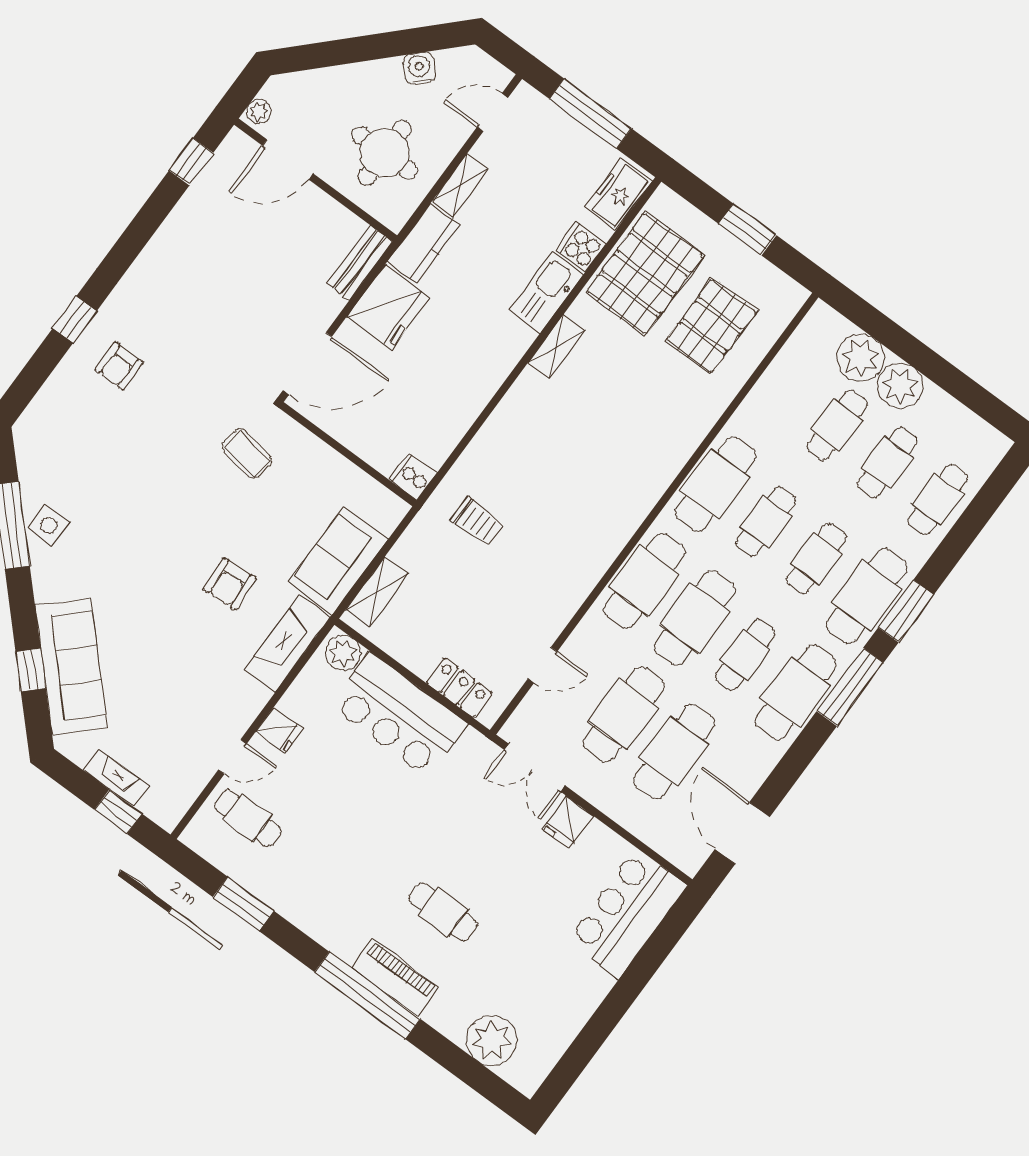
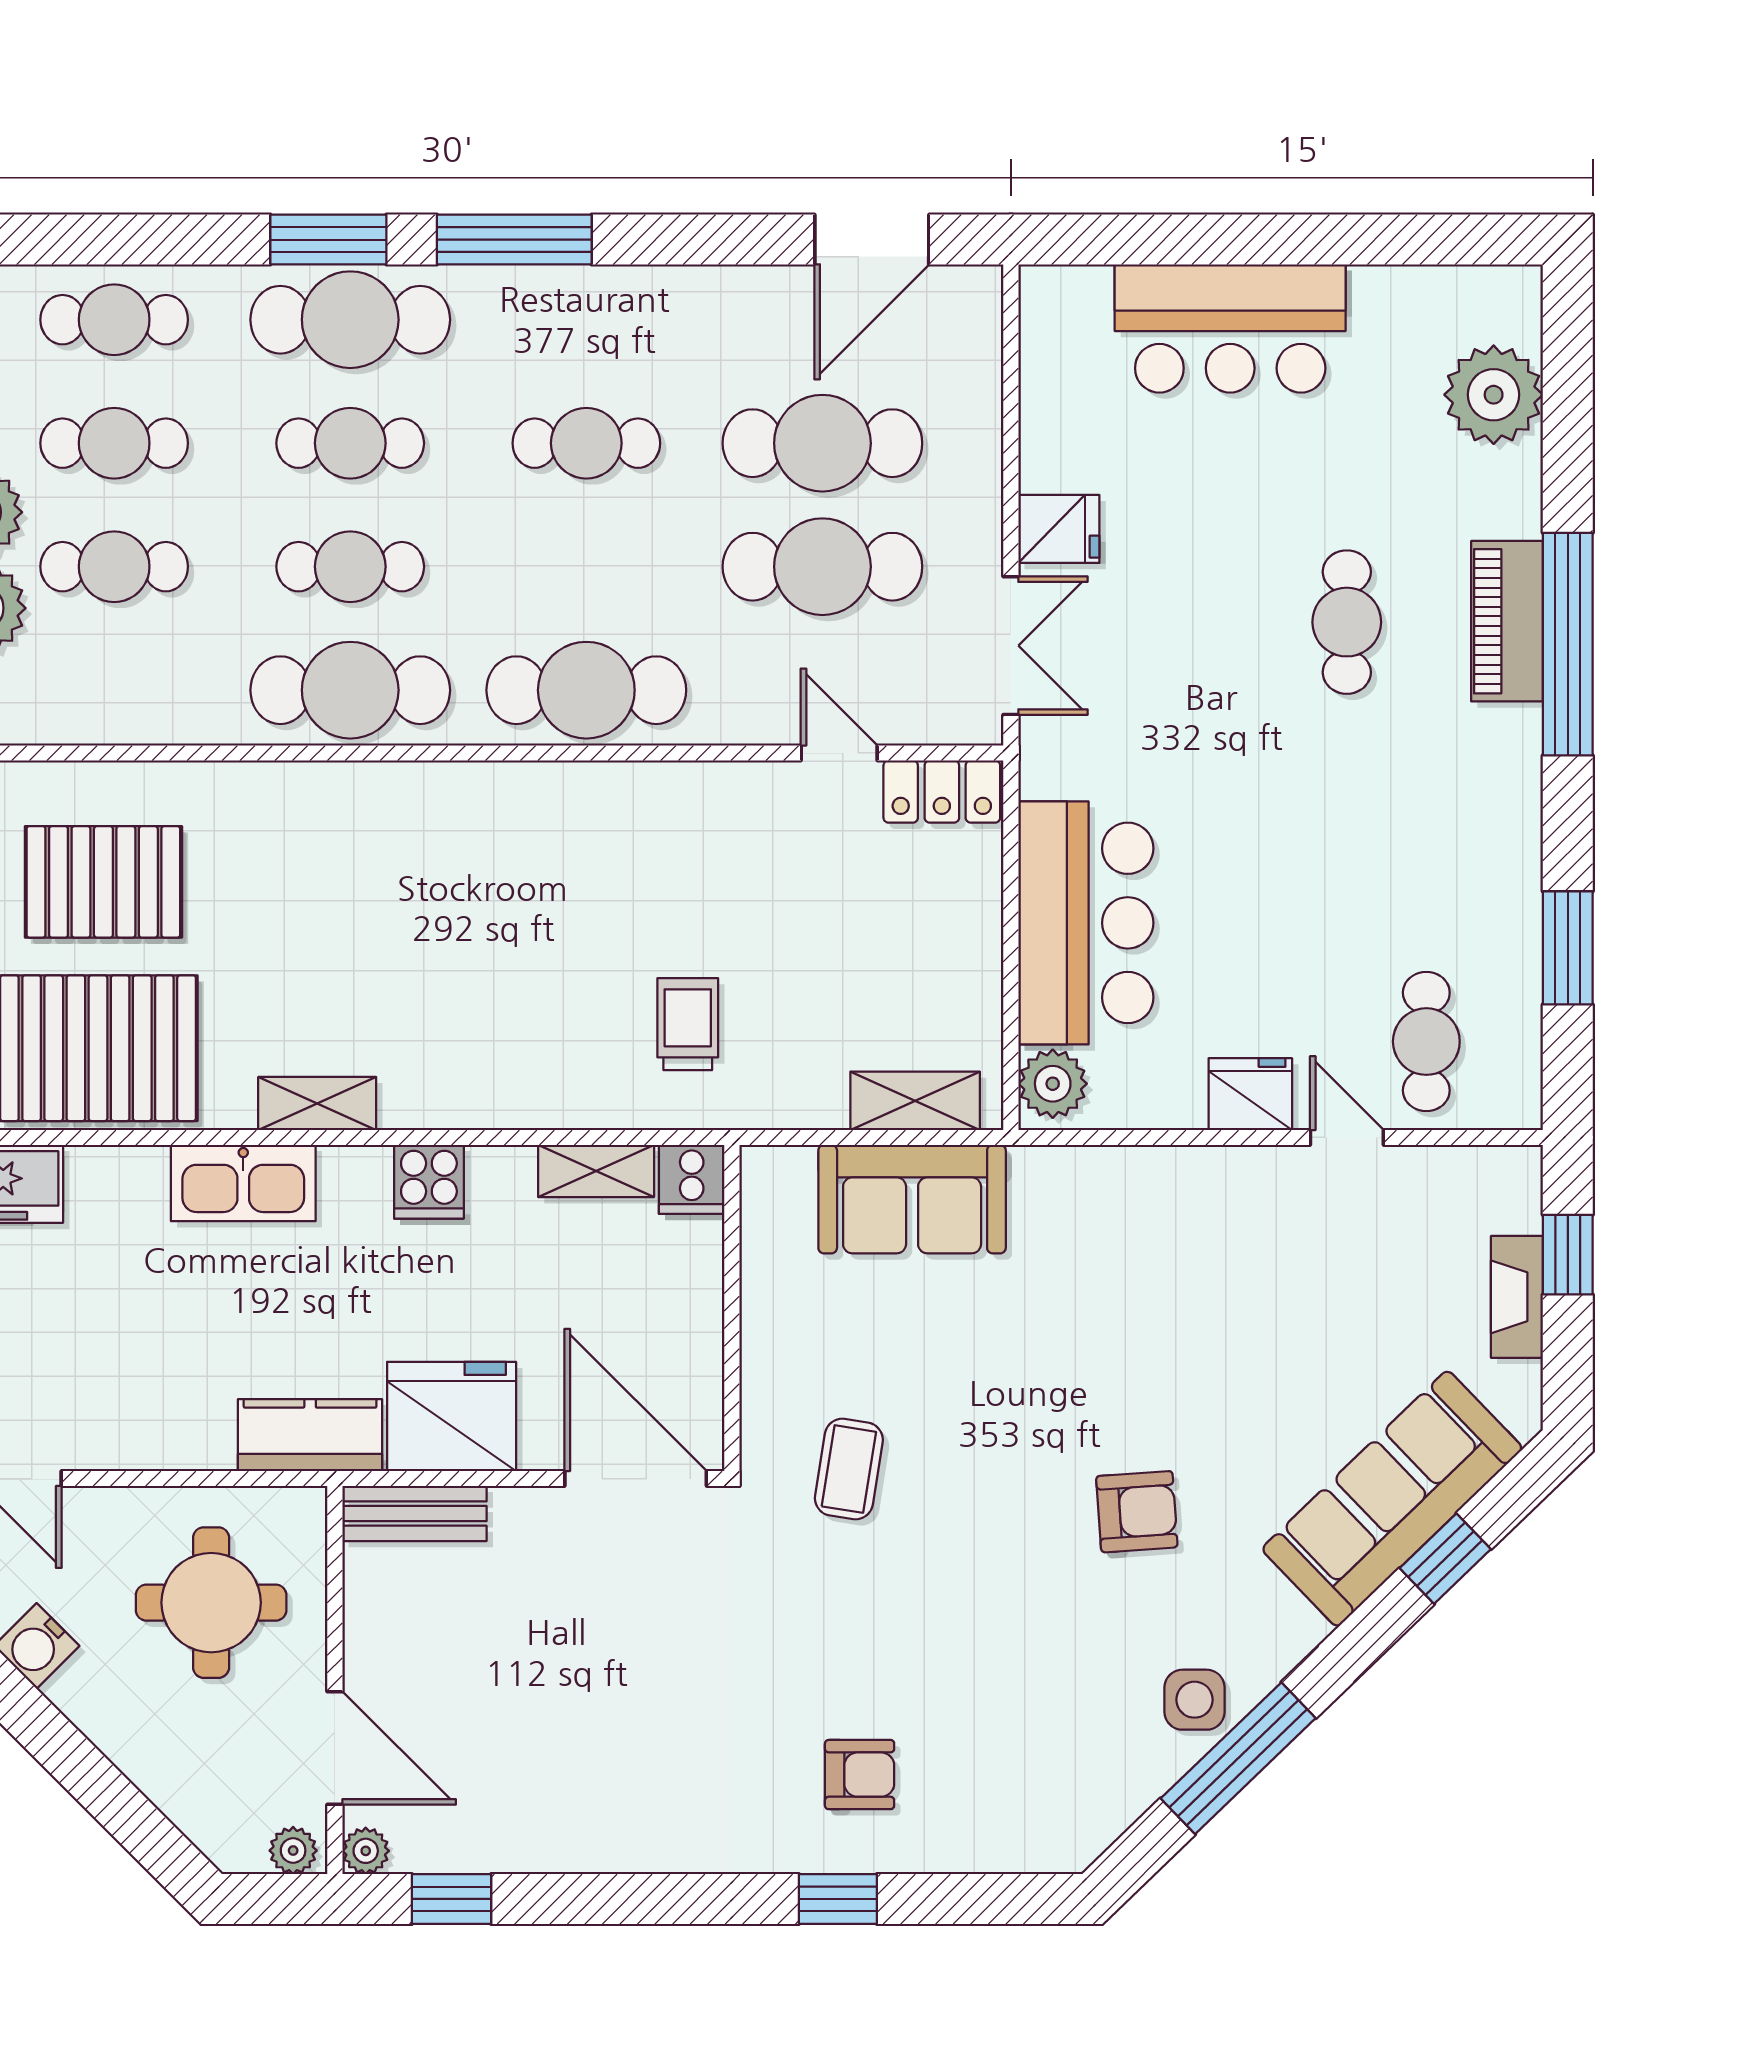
plant: (237, 141) -> (366, 1851), added
shelving: (460, 186) -> (596, 1171), moved
cooker: (581, 247) -> (429, 1182), moved
armchair: (230, 584) -> (1137, 1512), moved
cafe table: (695, 618) -> (586, 567), removed
fireplace: (287, 644) -> (1103, 1183), removed
locker: (459, 688) -> (942, 792), moved, turned -90
cafe table: (796, 692) -> (586, 320), removed
fridge: (279, 730) -> (1250, 1094), width x1.38
bar counter: (627, 913) -> (1230, 328), moved

